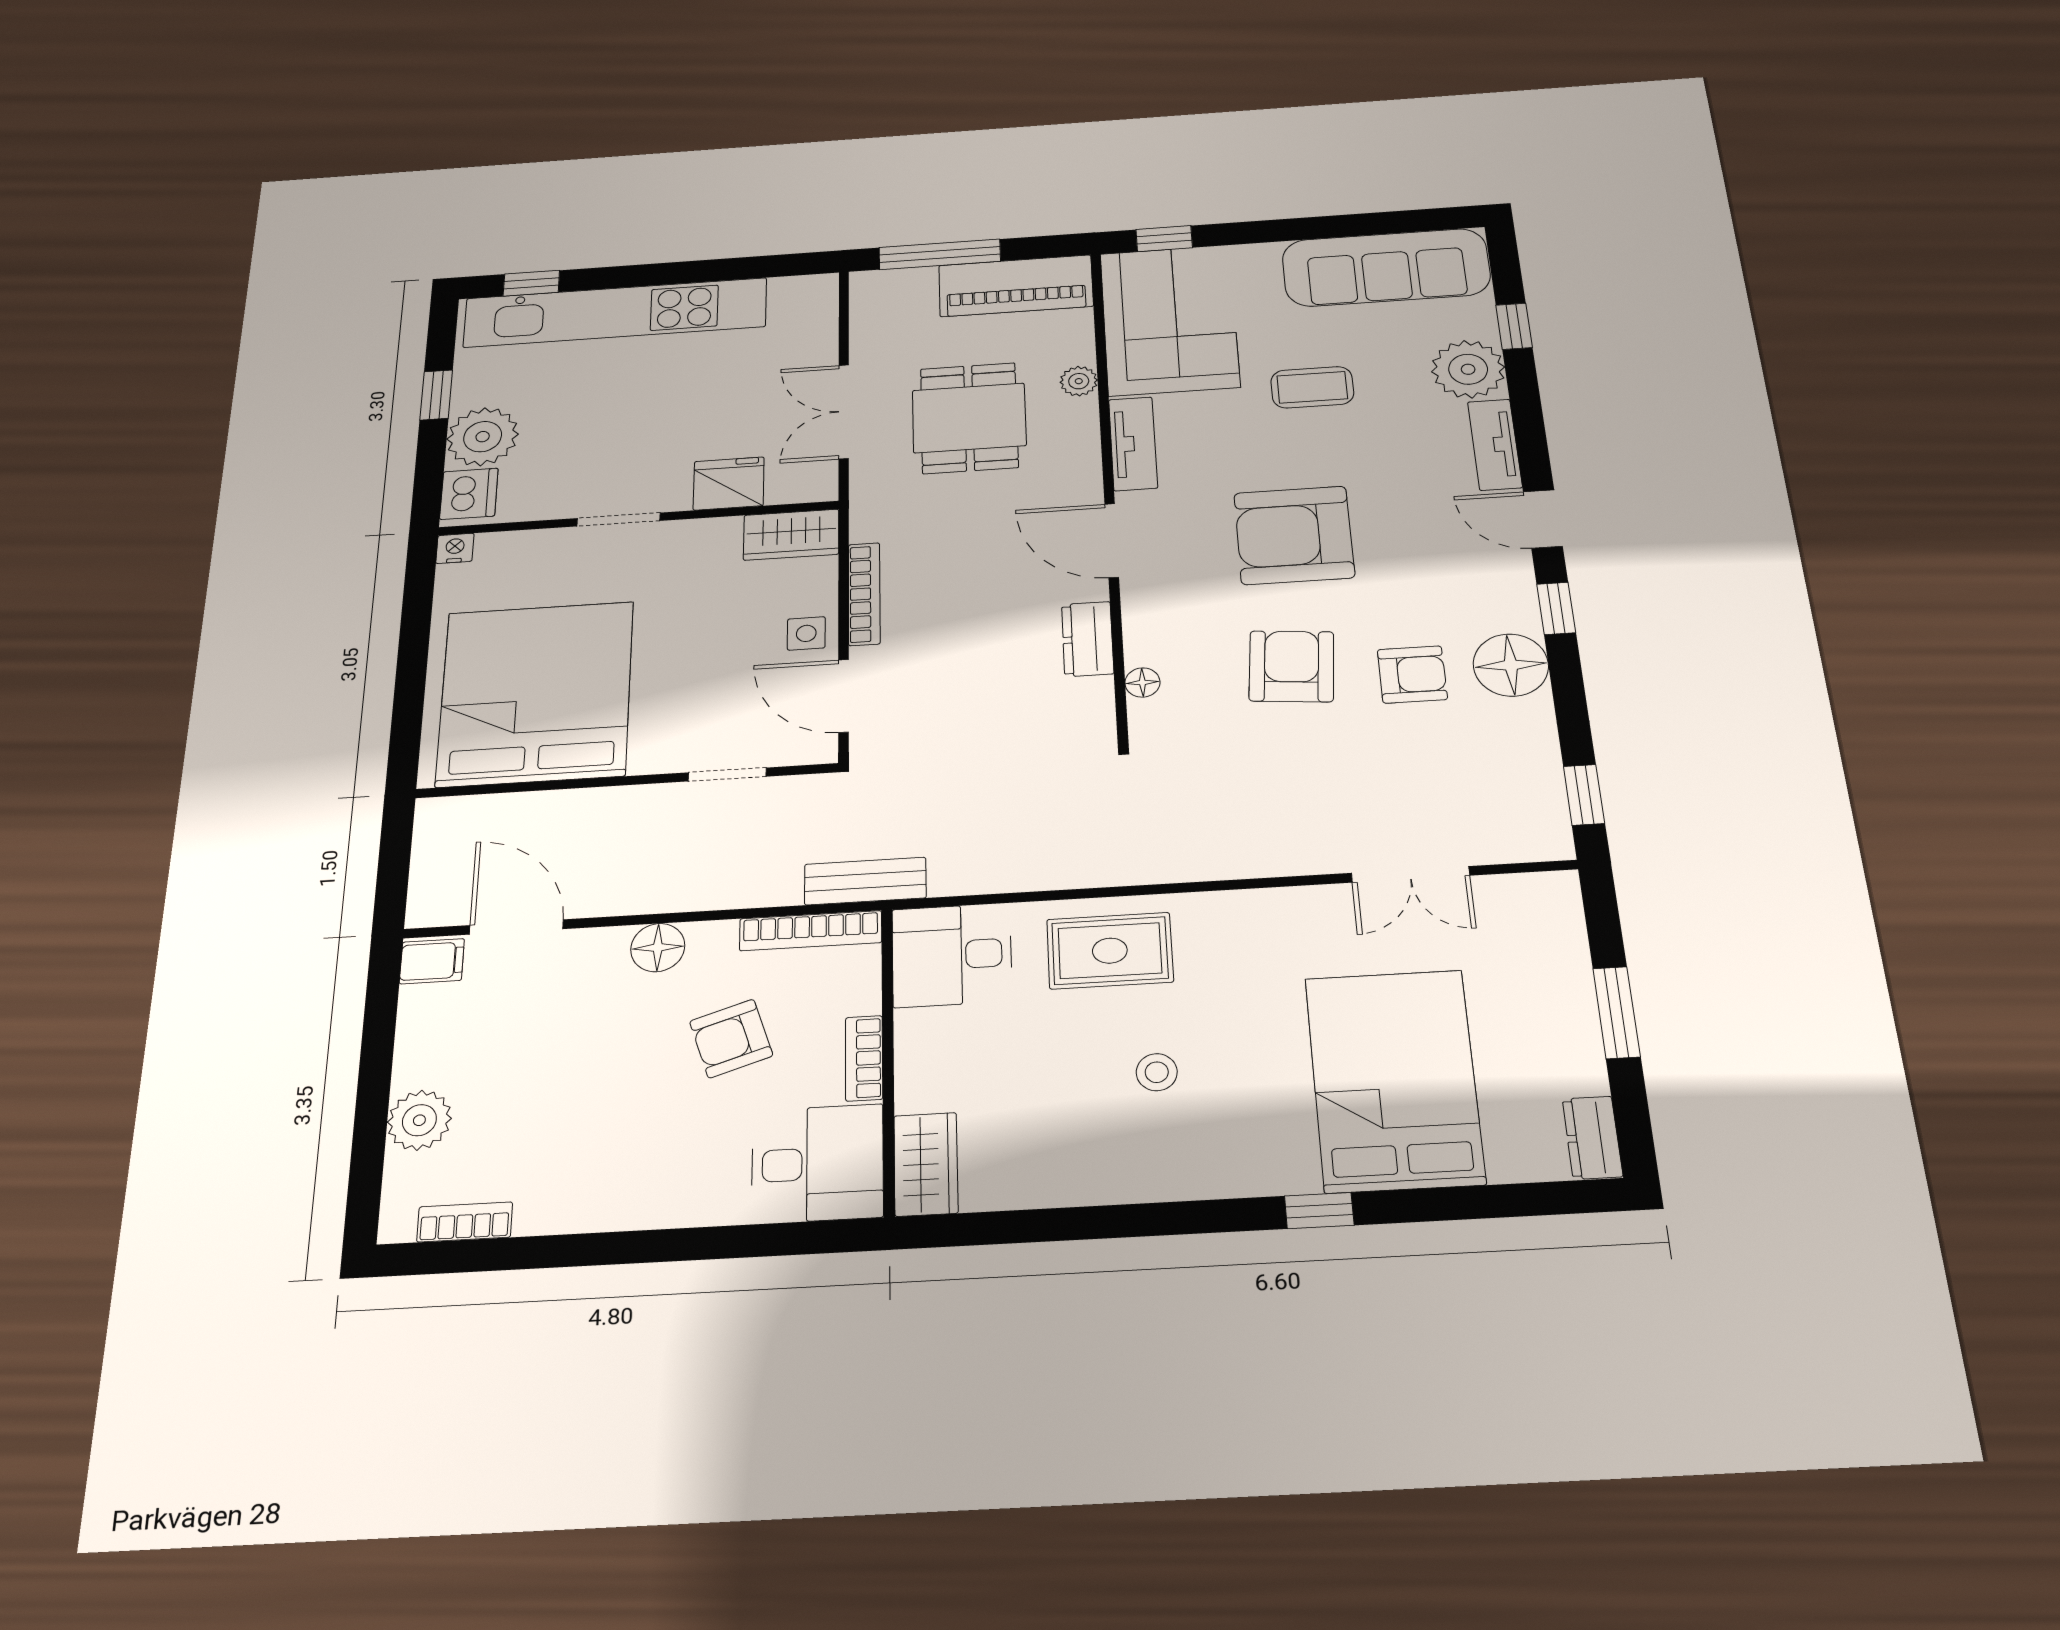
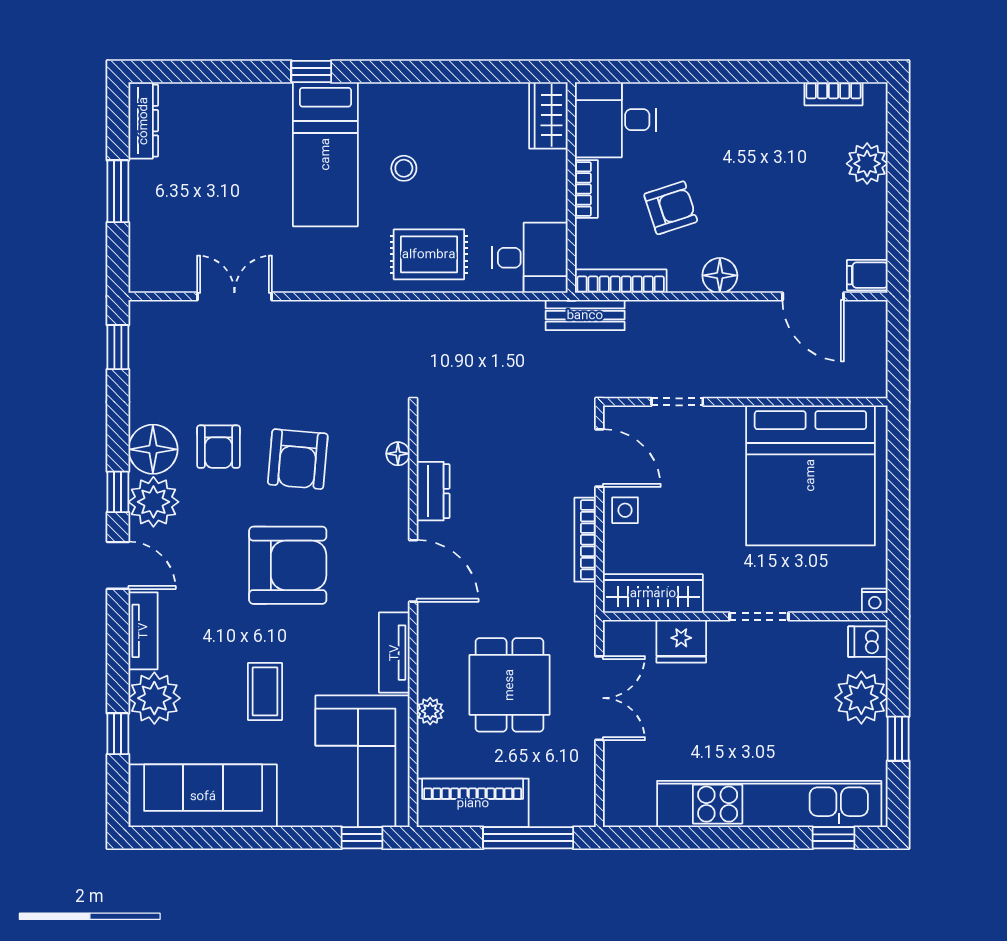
coffee table: (1312, 387) -> (265, 691), turned 90
dishwasher: (469, 494) -> (868, 642), width x0.73
wardrobe: (791, 535) -> (653, 593), width x1.50
plant: (1501, 599) -> (153, 502), added
armchair: (1412, 675) -> (218, 447), turned -90
bed: (1394, 1080) -> (325, 154), moved, width x0.67
dresser: (1592, 1138) -> (143, 121), width x1.44

